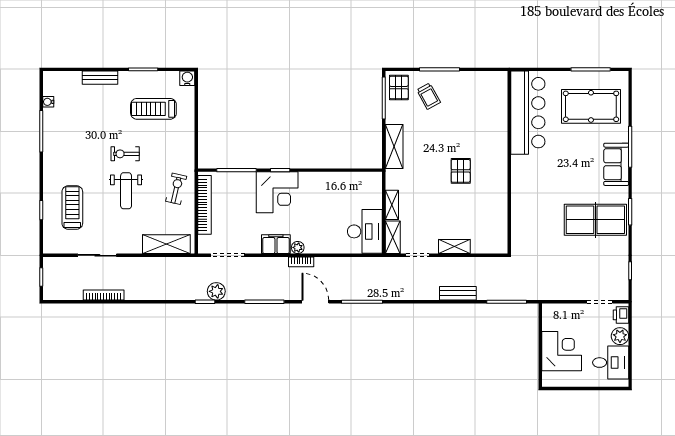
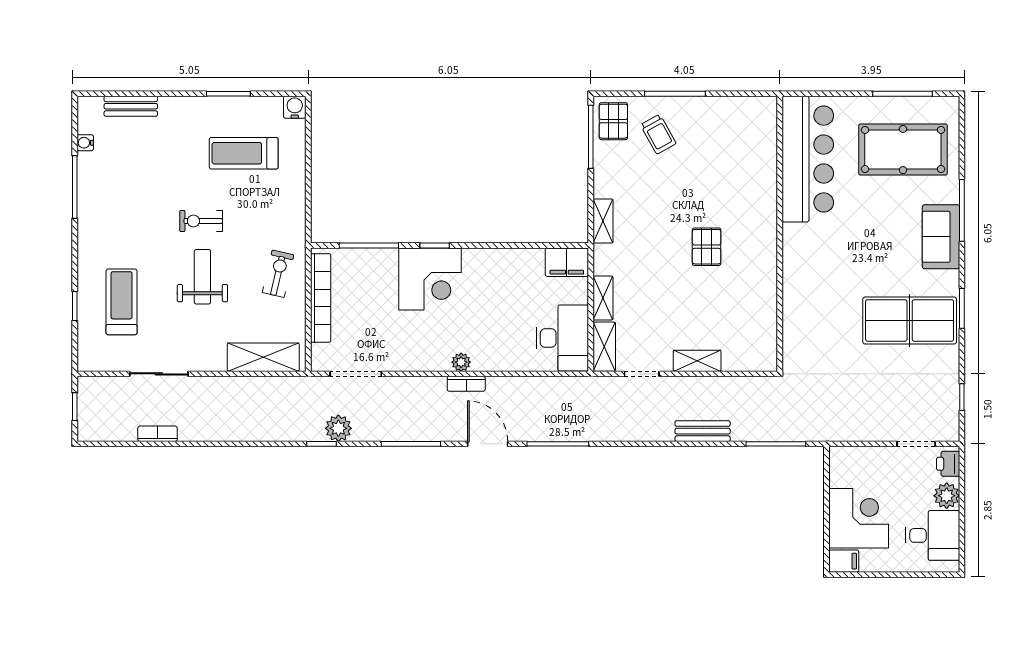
bench: (100, 78) -> (131, 106), moved
shelving: (394, 146) -> (603, 221), width x0.67, depth x0.75
weight bench: (126, 191) -> (202, 277), turned 180
filing cabinet: (276, 244) -> (567, 262), moved, turned 180
bookcase: (104, 295) -> (158, 434), width x0.64
filing cabinet: (552, 380) -> (844, 561), added

